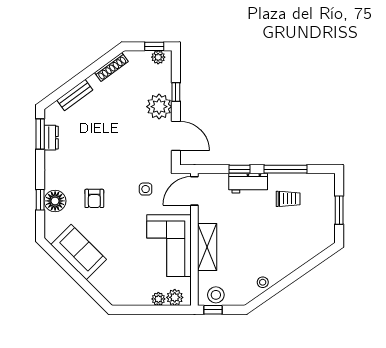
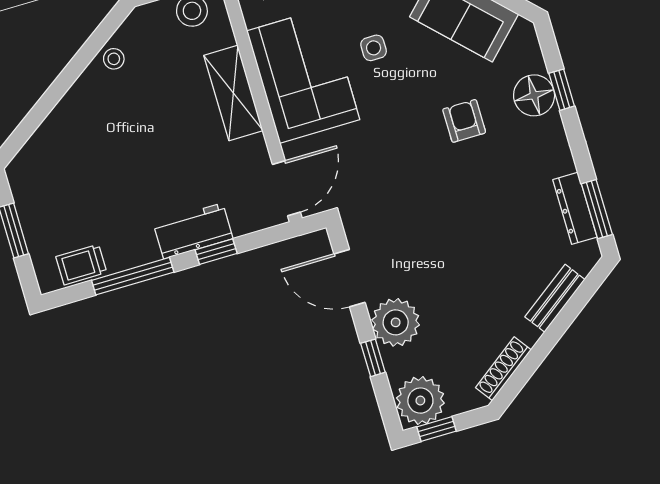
plant: (158, 57) -> (420, 401), width x1.87, depth x1.87
dresser: (51, 138) -> (575, 208), width x1.44
side table: (146, 189) -> (374, 48), moved
trolley: (288, 199) -> (81, 265), moved

